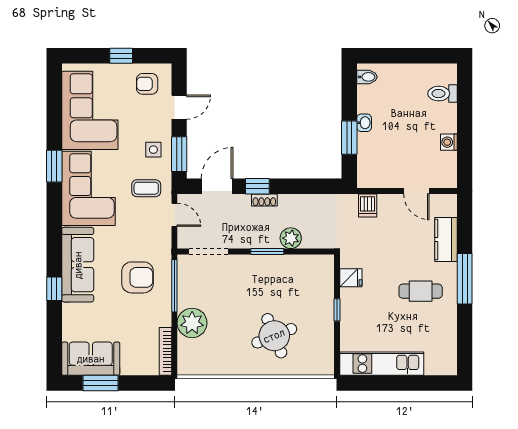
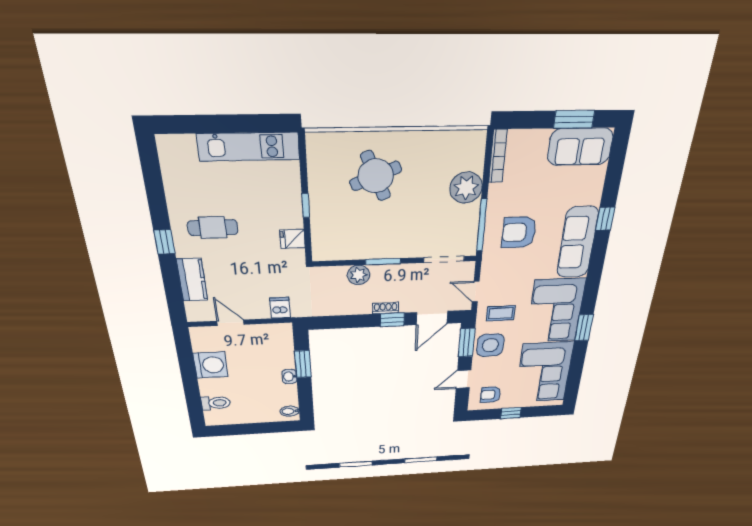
armchair: (147, 84) -> (491, 395), turned 180
washing machine: (449, 142) -> (211, 365), width x1.89, depth x1.89
side table: (153, 150) -> (490, 345), width x1.87, depth x1.87
window: (465, 279) -> (164, 242), width x0.46

